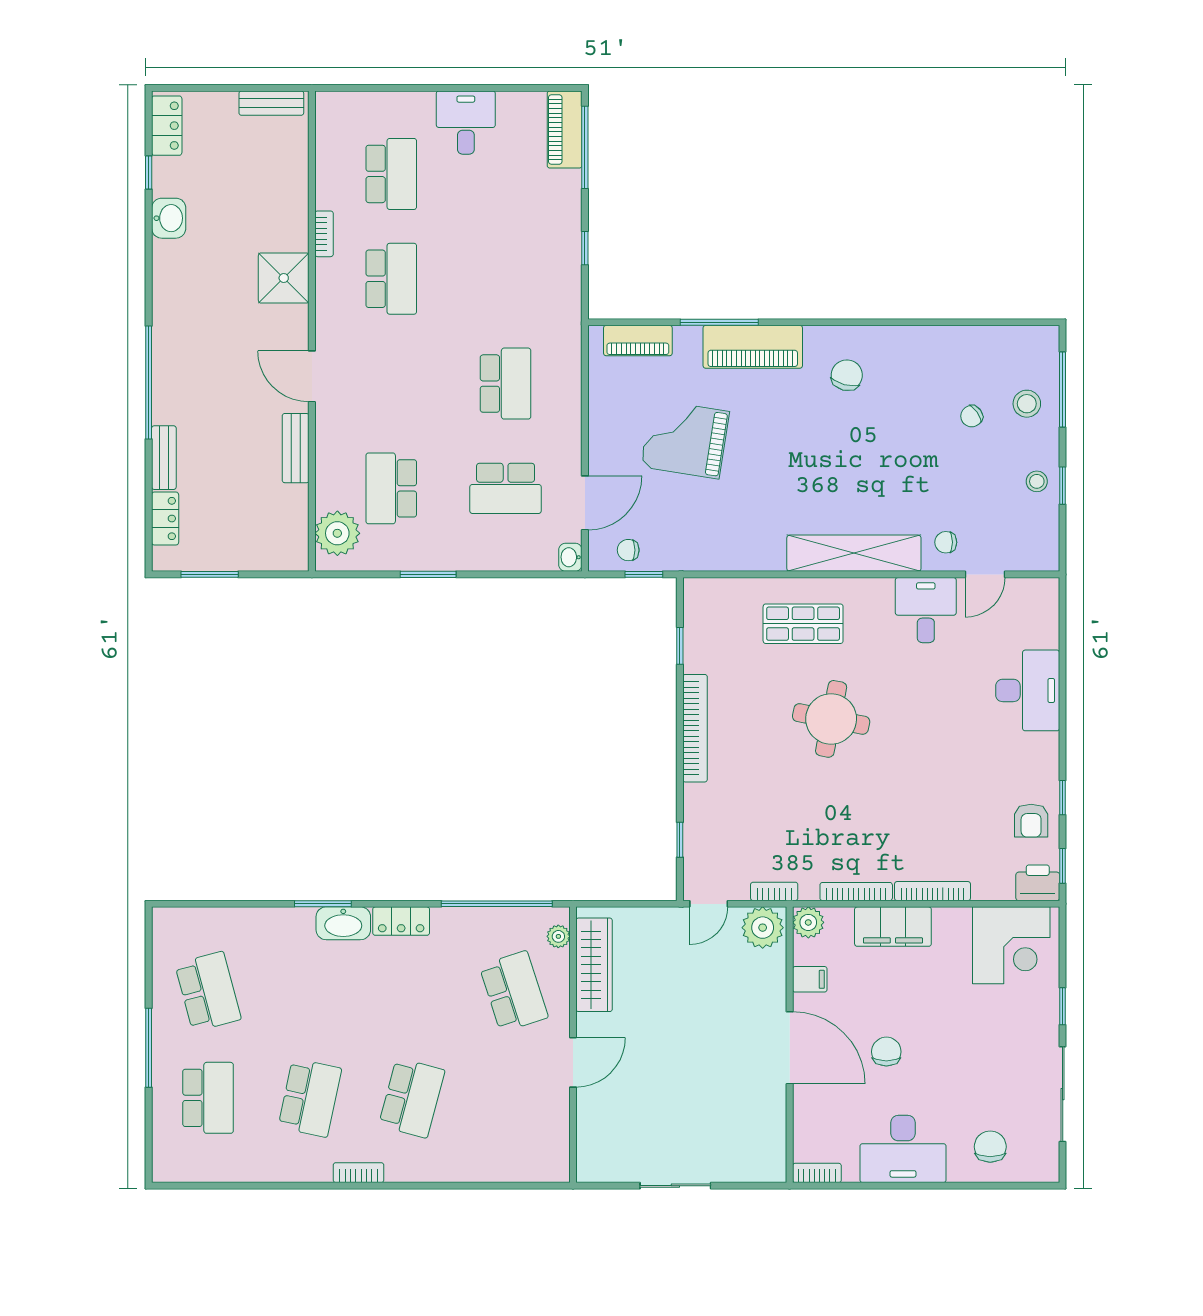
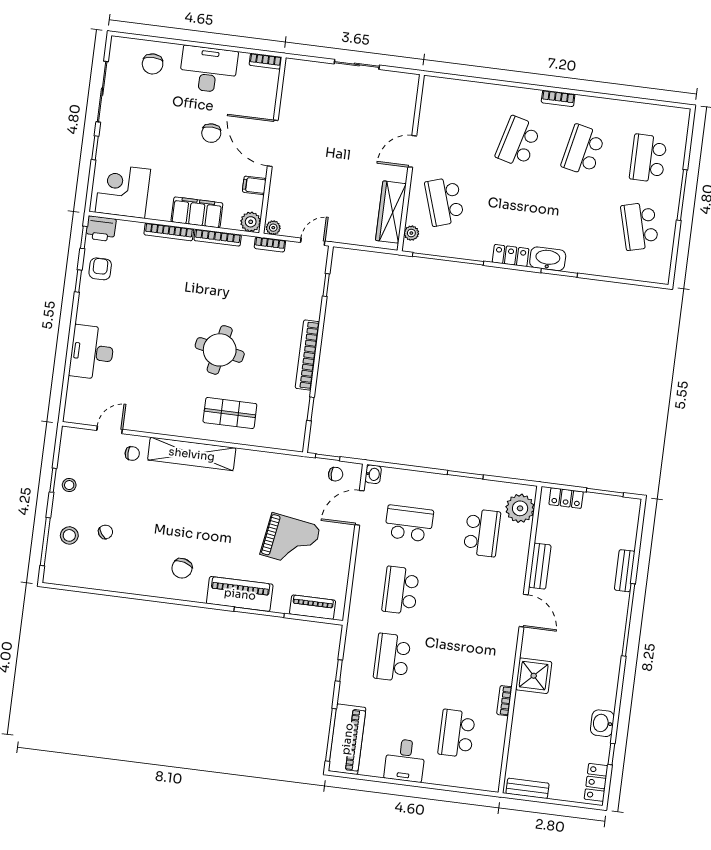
piano: (565, 129) -> (347, 739), width x1.37, depth x1.33
school desk: (391, 279) -> (392, 657), moved
locker: (165, 519) -> (566, 498), moved, turned -90
desk: (926, 610) -> (150, 412), removed
plant: (763, 928) -> (273, 228), width x0.53, depth x0.53

